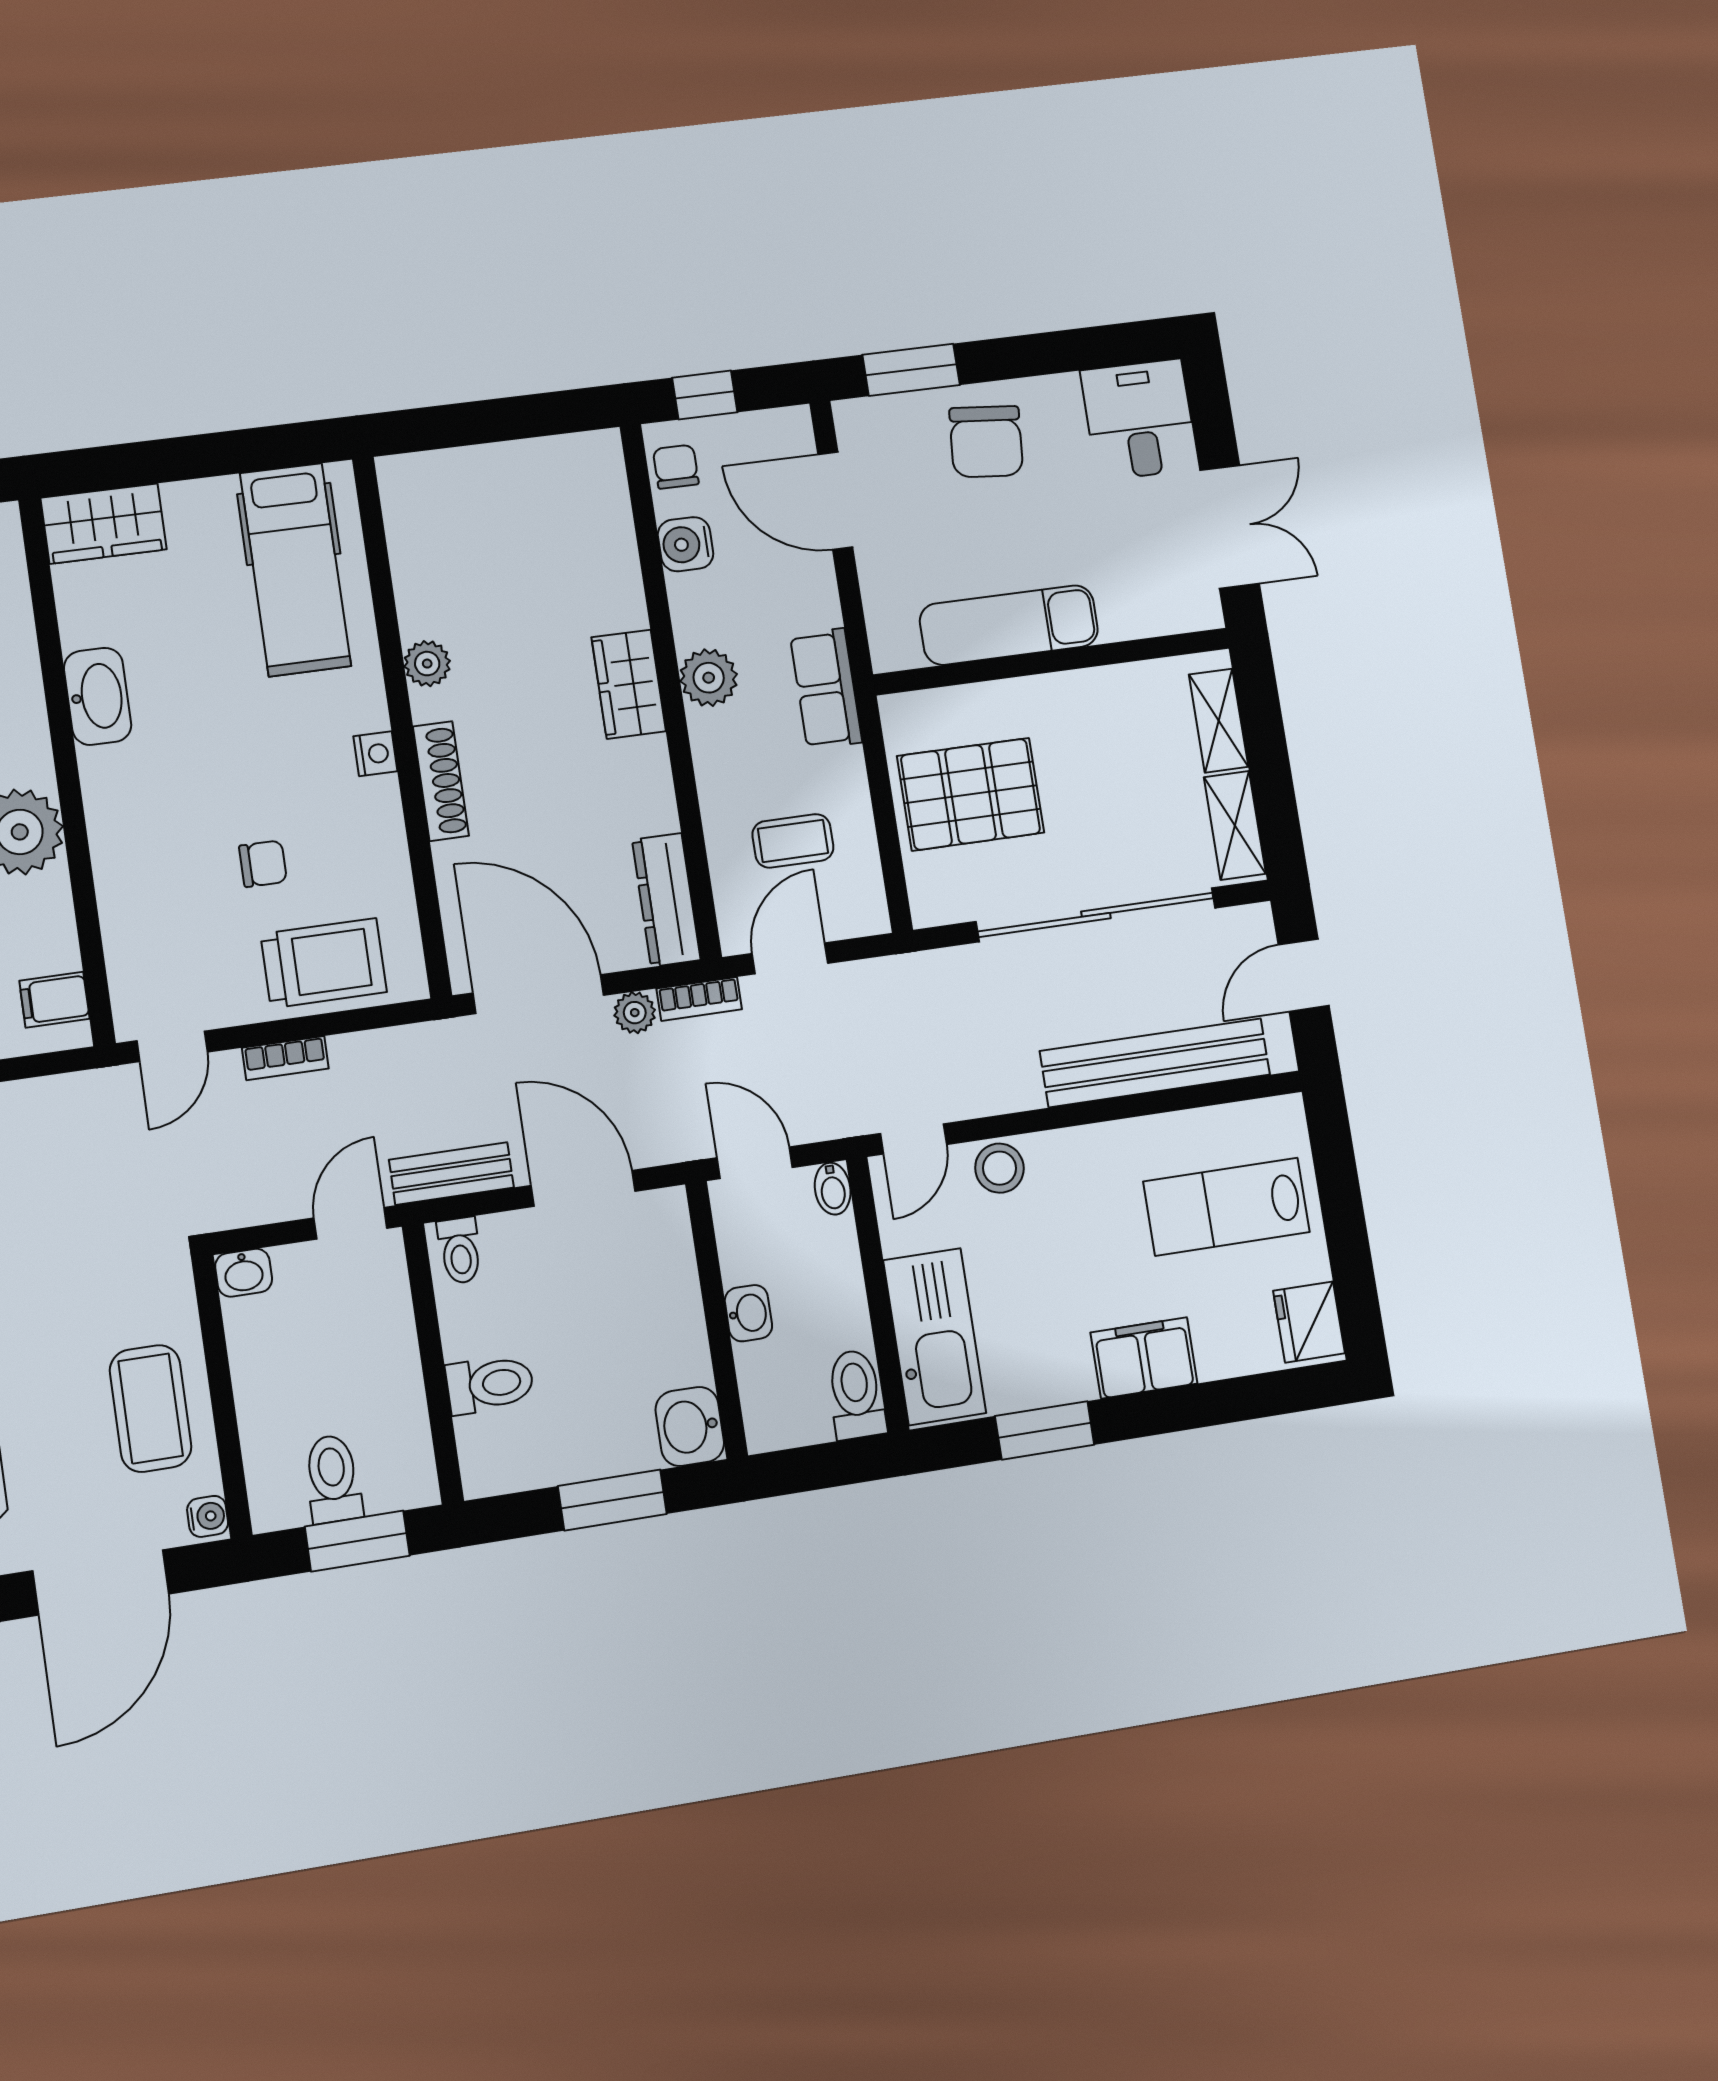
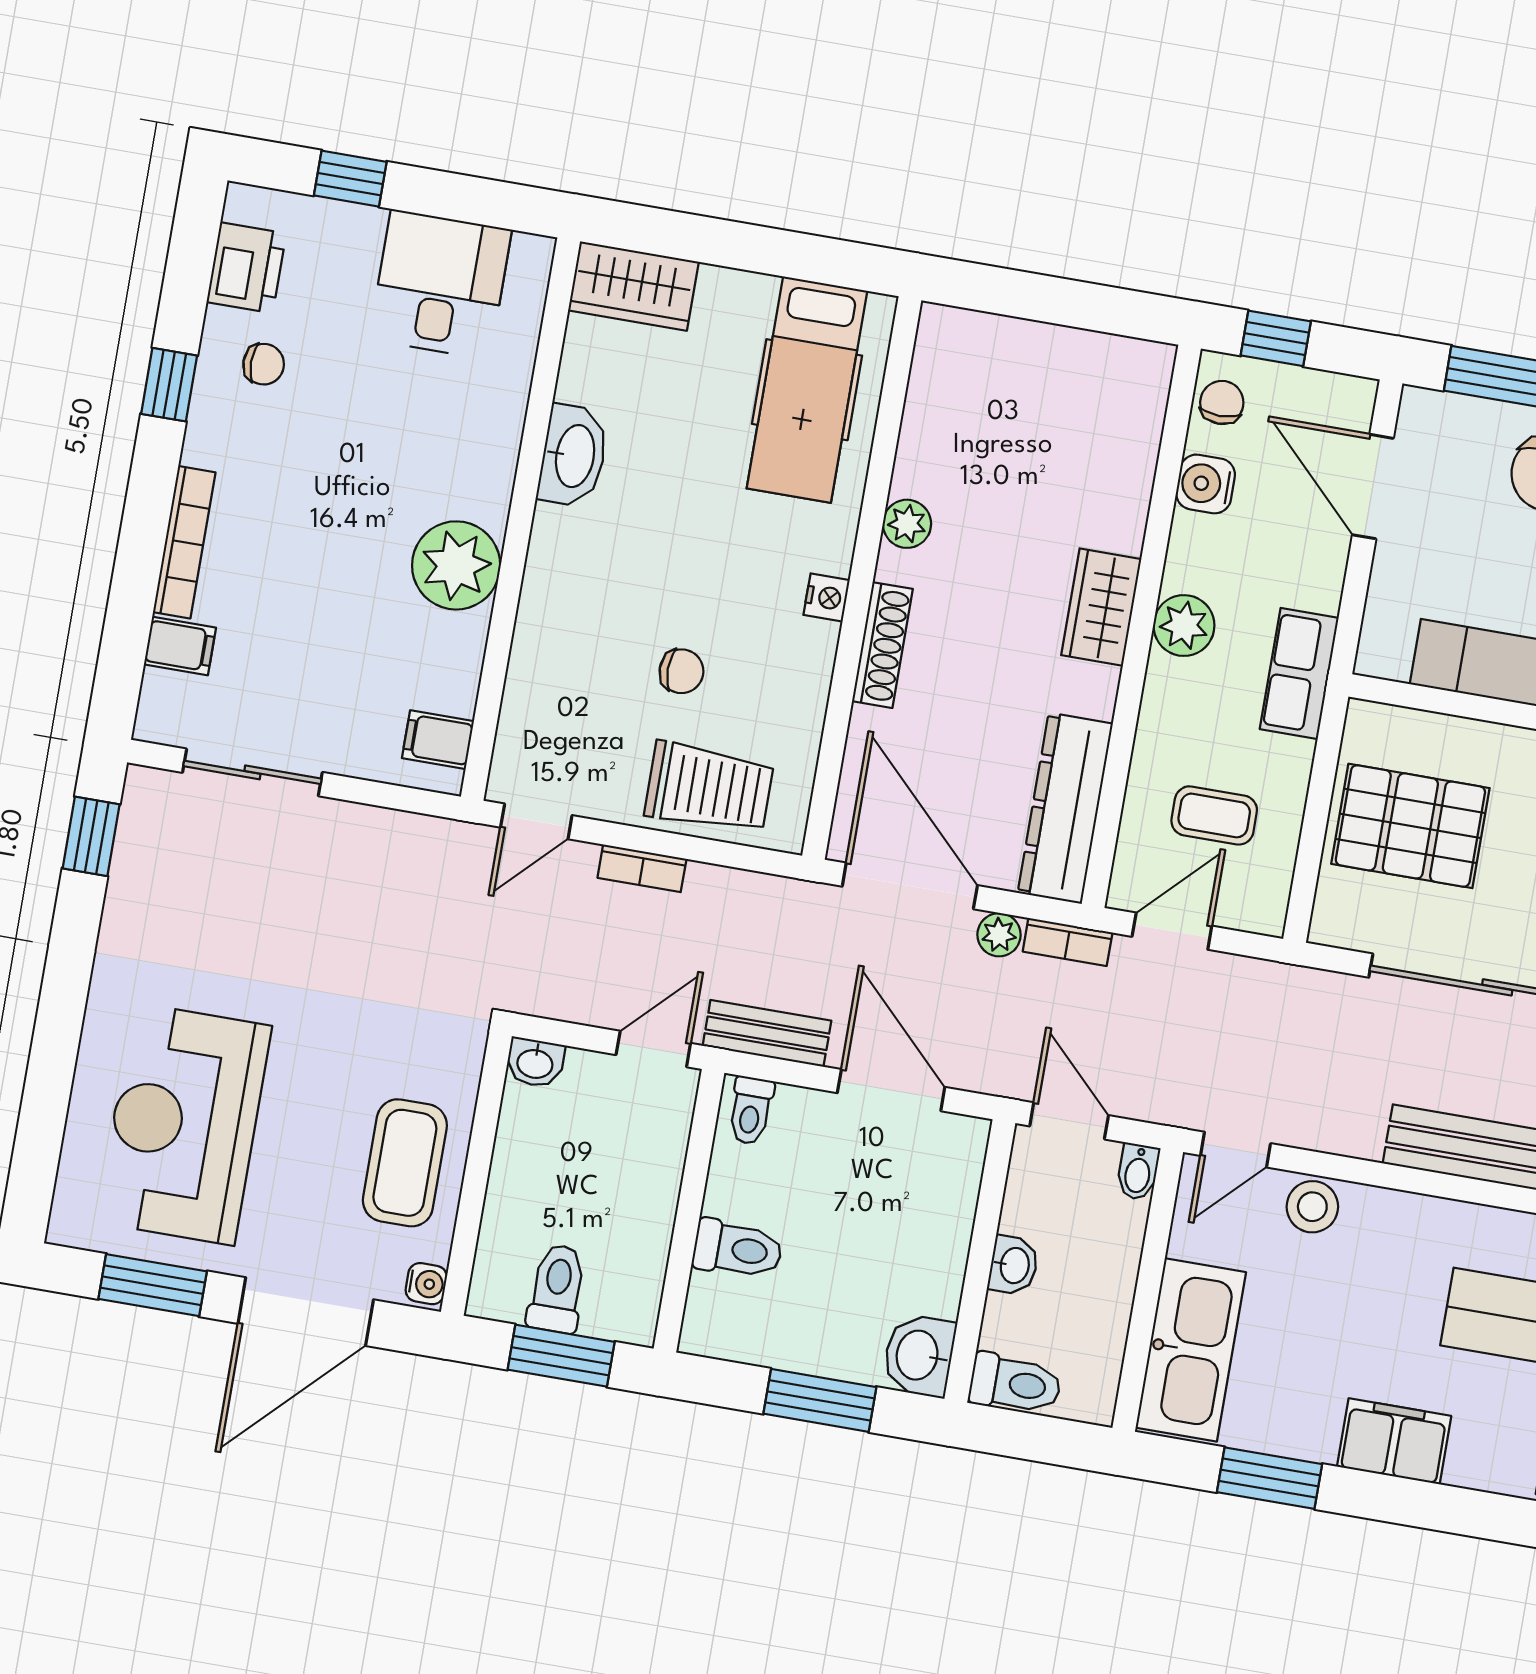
dresser: (666, 900) -> (1065, 808), width x1.37, depth x1.24
toilet: (856, 1394) -> (1015, 1384), moved, turned 90

